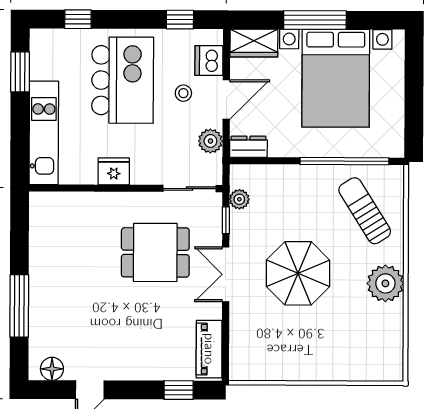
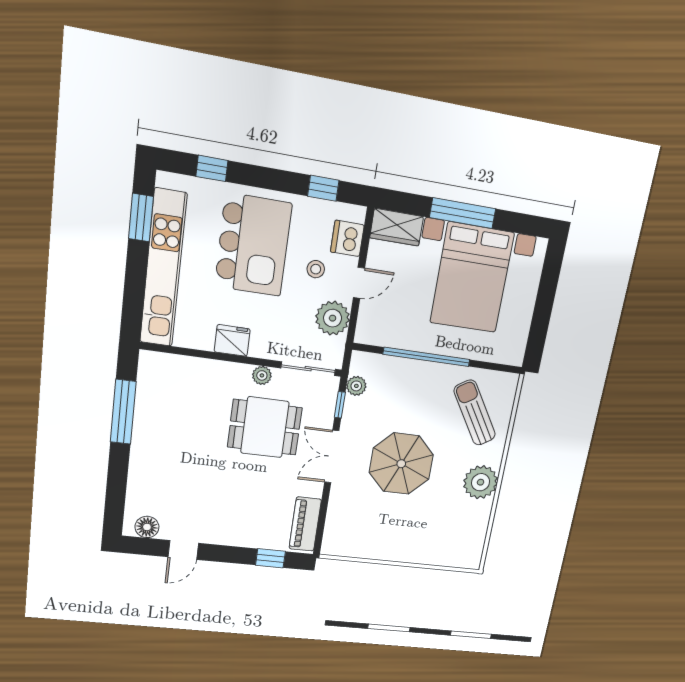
door: (226, 100) -> (359, 283), width x0.73
kitchen unit: (44, 133) -> (163, 269), width x1.36
plant: (210, 141) -> (333, 318), width x1.36, depth x1.36
dresser: (248, 147) -> (374, 335), removed
window: (344, 161) -> (427, 357), moved
plant: (146, 201) -> (262, 375), added
window: (19, 306) -> (123, 412), moved

